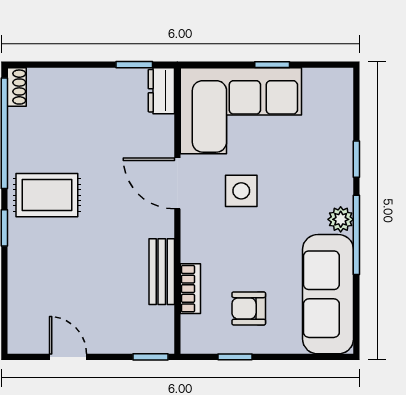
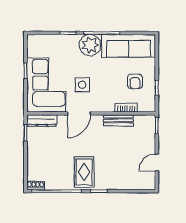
dresser: (161, 91) -> (42, 121), width x1.44
plant: (341, 219) -> (90, 45), width x1.88, depth x1.88

